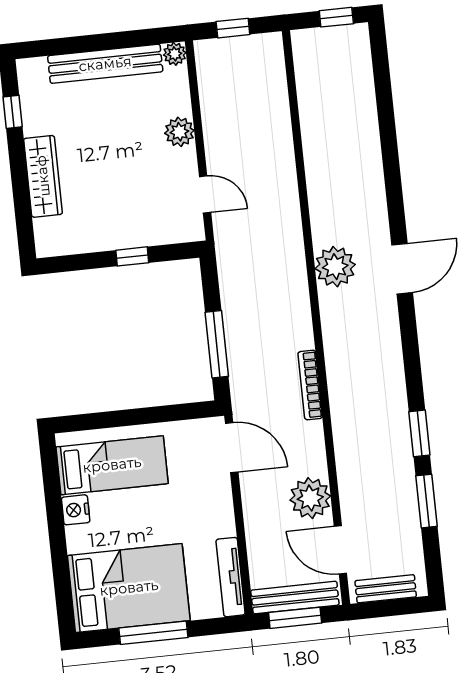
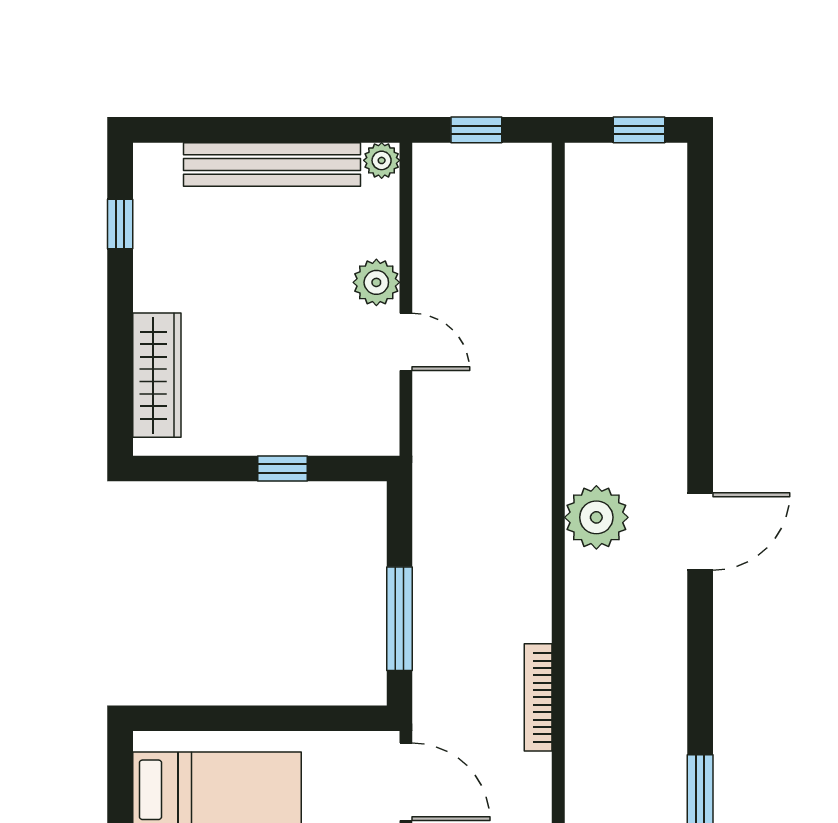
wardrobe: (43, 176) -> (157, 375), moved
door: (205, 194) -> (406, 342), moved

